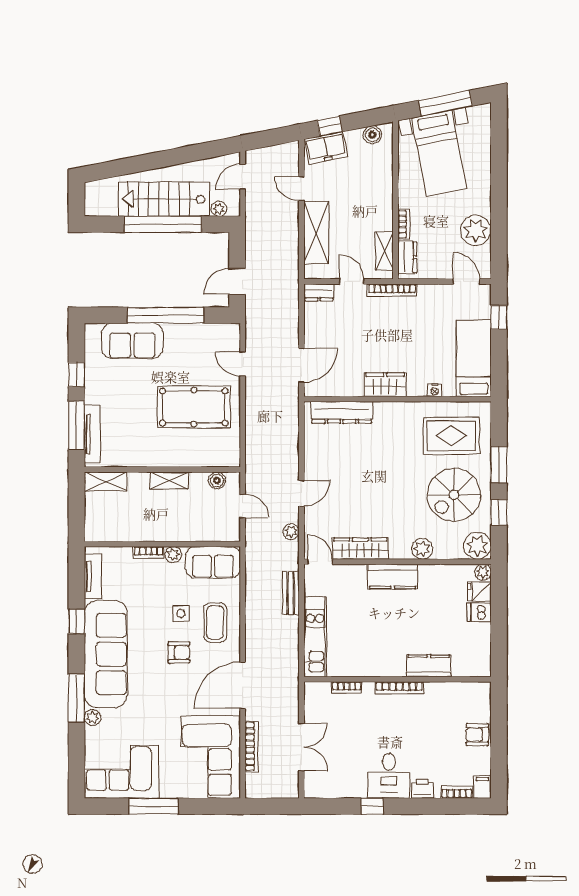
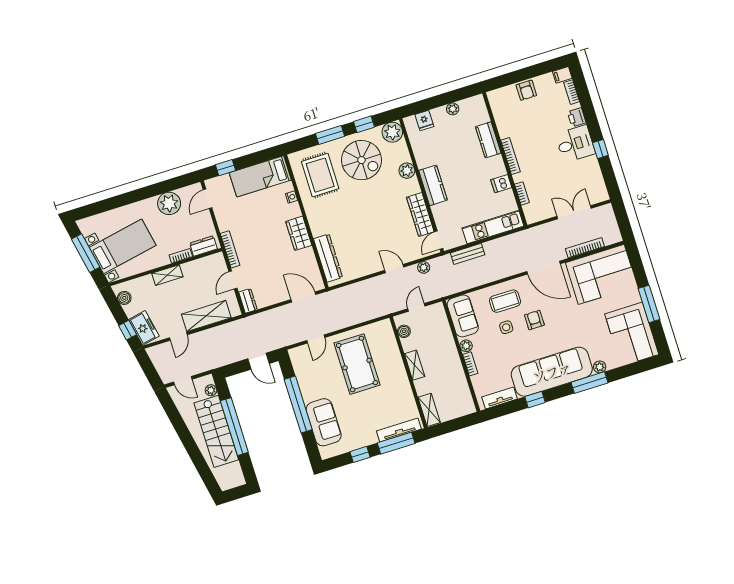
shelving: (384, 251) -> (167, 275), moved
plant: (483, 572) -> (453, 109), moved
dishwasher: (479, 612) -> (501, 184), moved, turned 90

